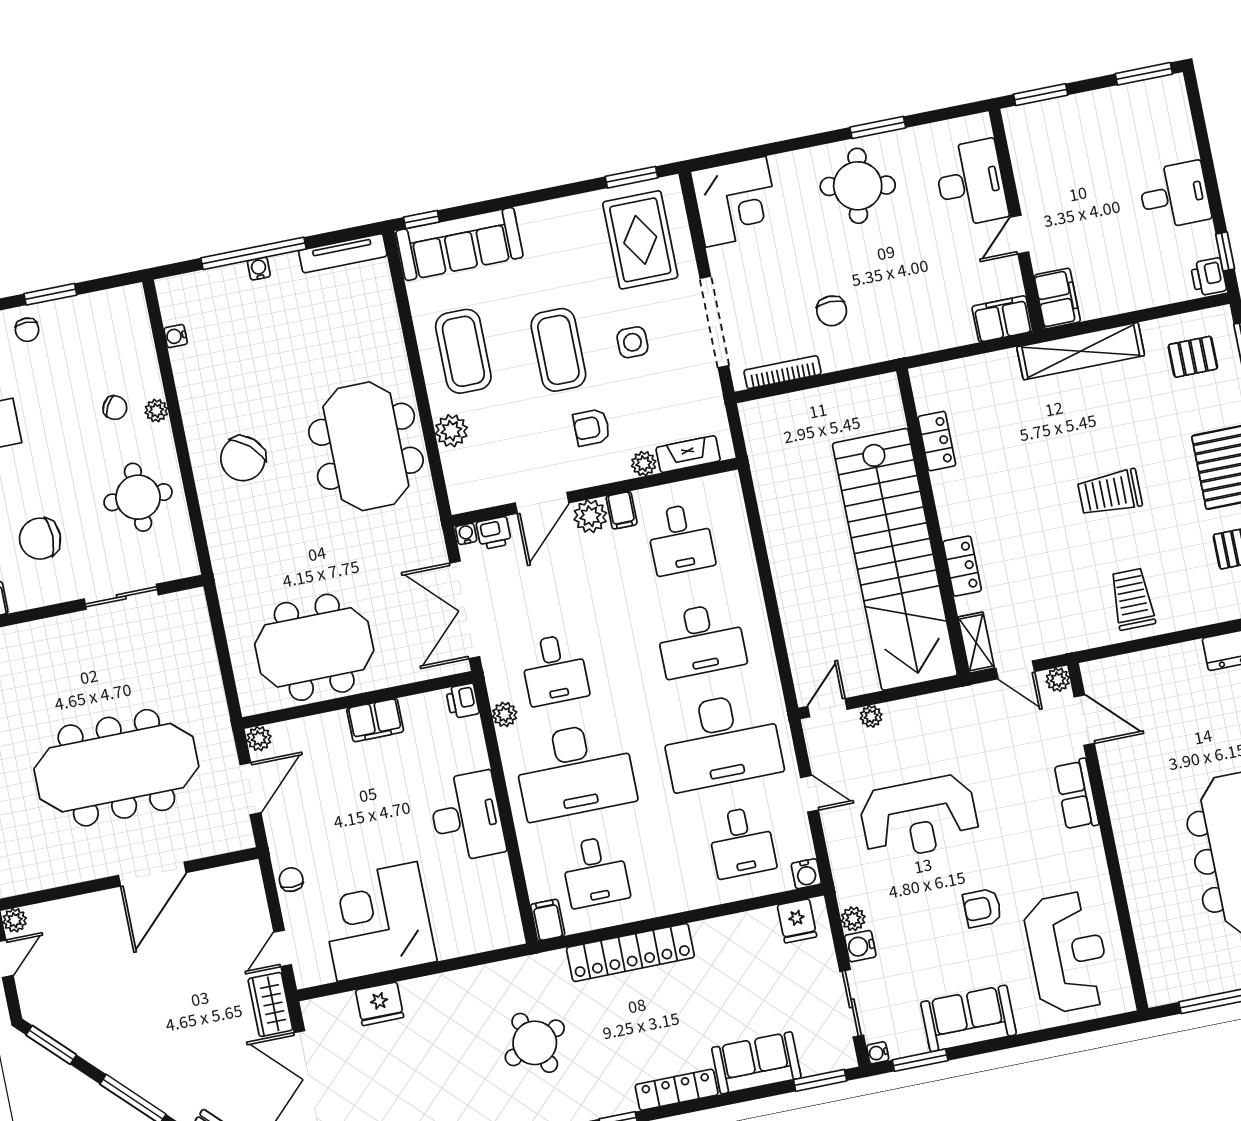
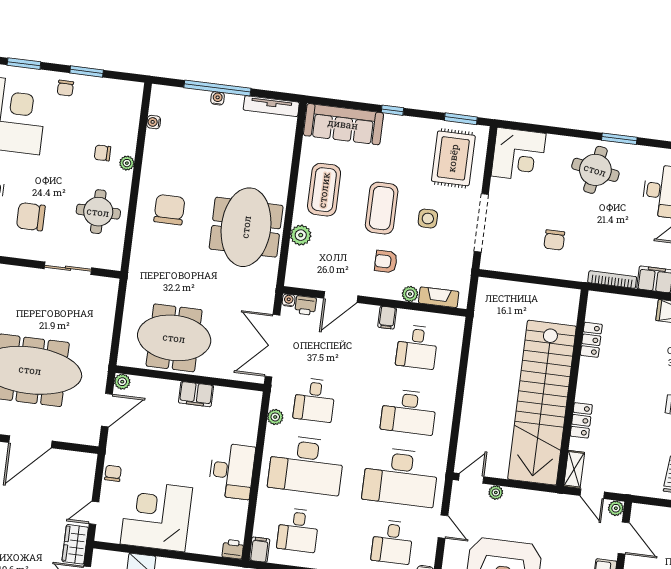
window: (421, 219) -> (392, 110), moved
bookcase: (783, 372) -> (612, 280), moved
chair: (115, 408) -> (103, 153), turned 151
chair: (243, 459) -> (169, 210), turned 138
plant: (590, 516) -> (367, 315), removed
printer: (462, 701) -> (233, 549), moved, turned 90

